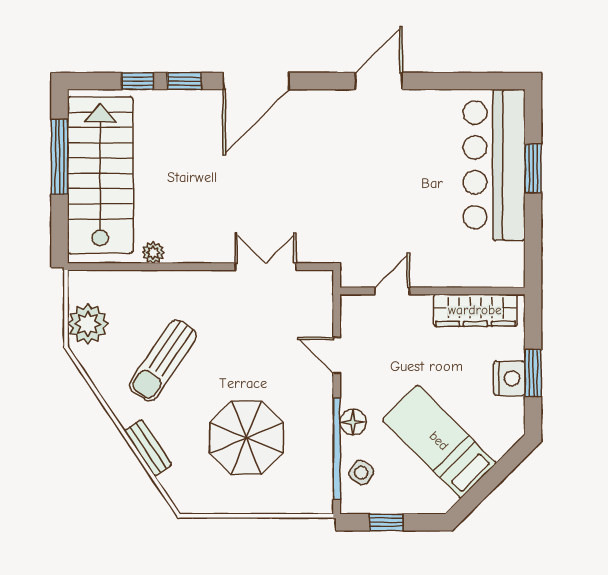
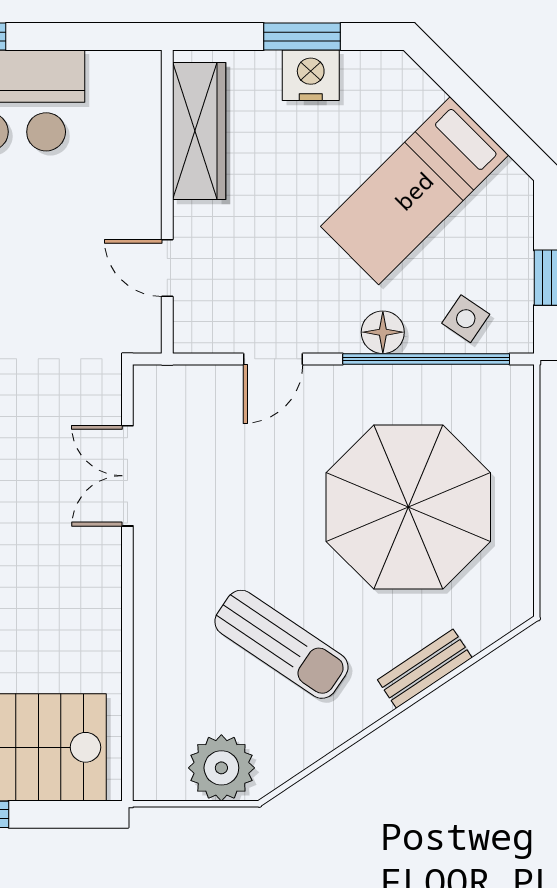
plant: (153, 253) -> (104, 660), removed
parasol: (247, 438) -> (408, 507), width x1.36, depth x1.36

